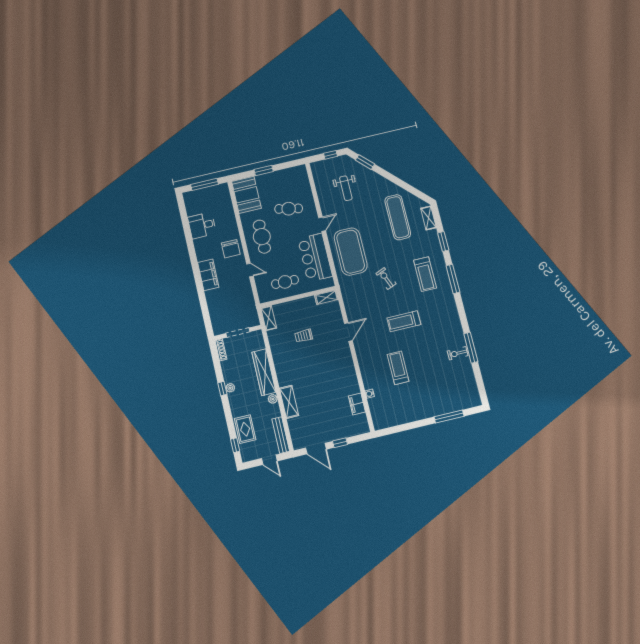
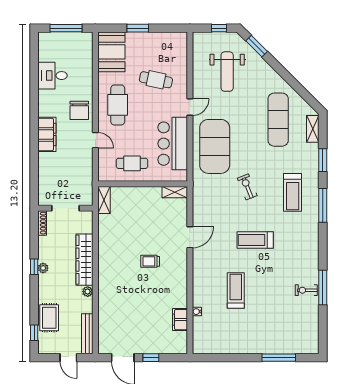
weight bench: (346, 188) -> (227, 72), width x1.36, depth x1.33
trolley: (304, 336) -> (150, 261), moved
shelving: (289, 402) -> (105, 299), removed

